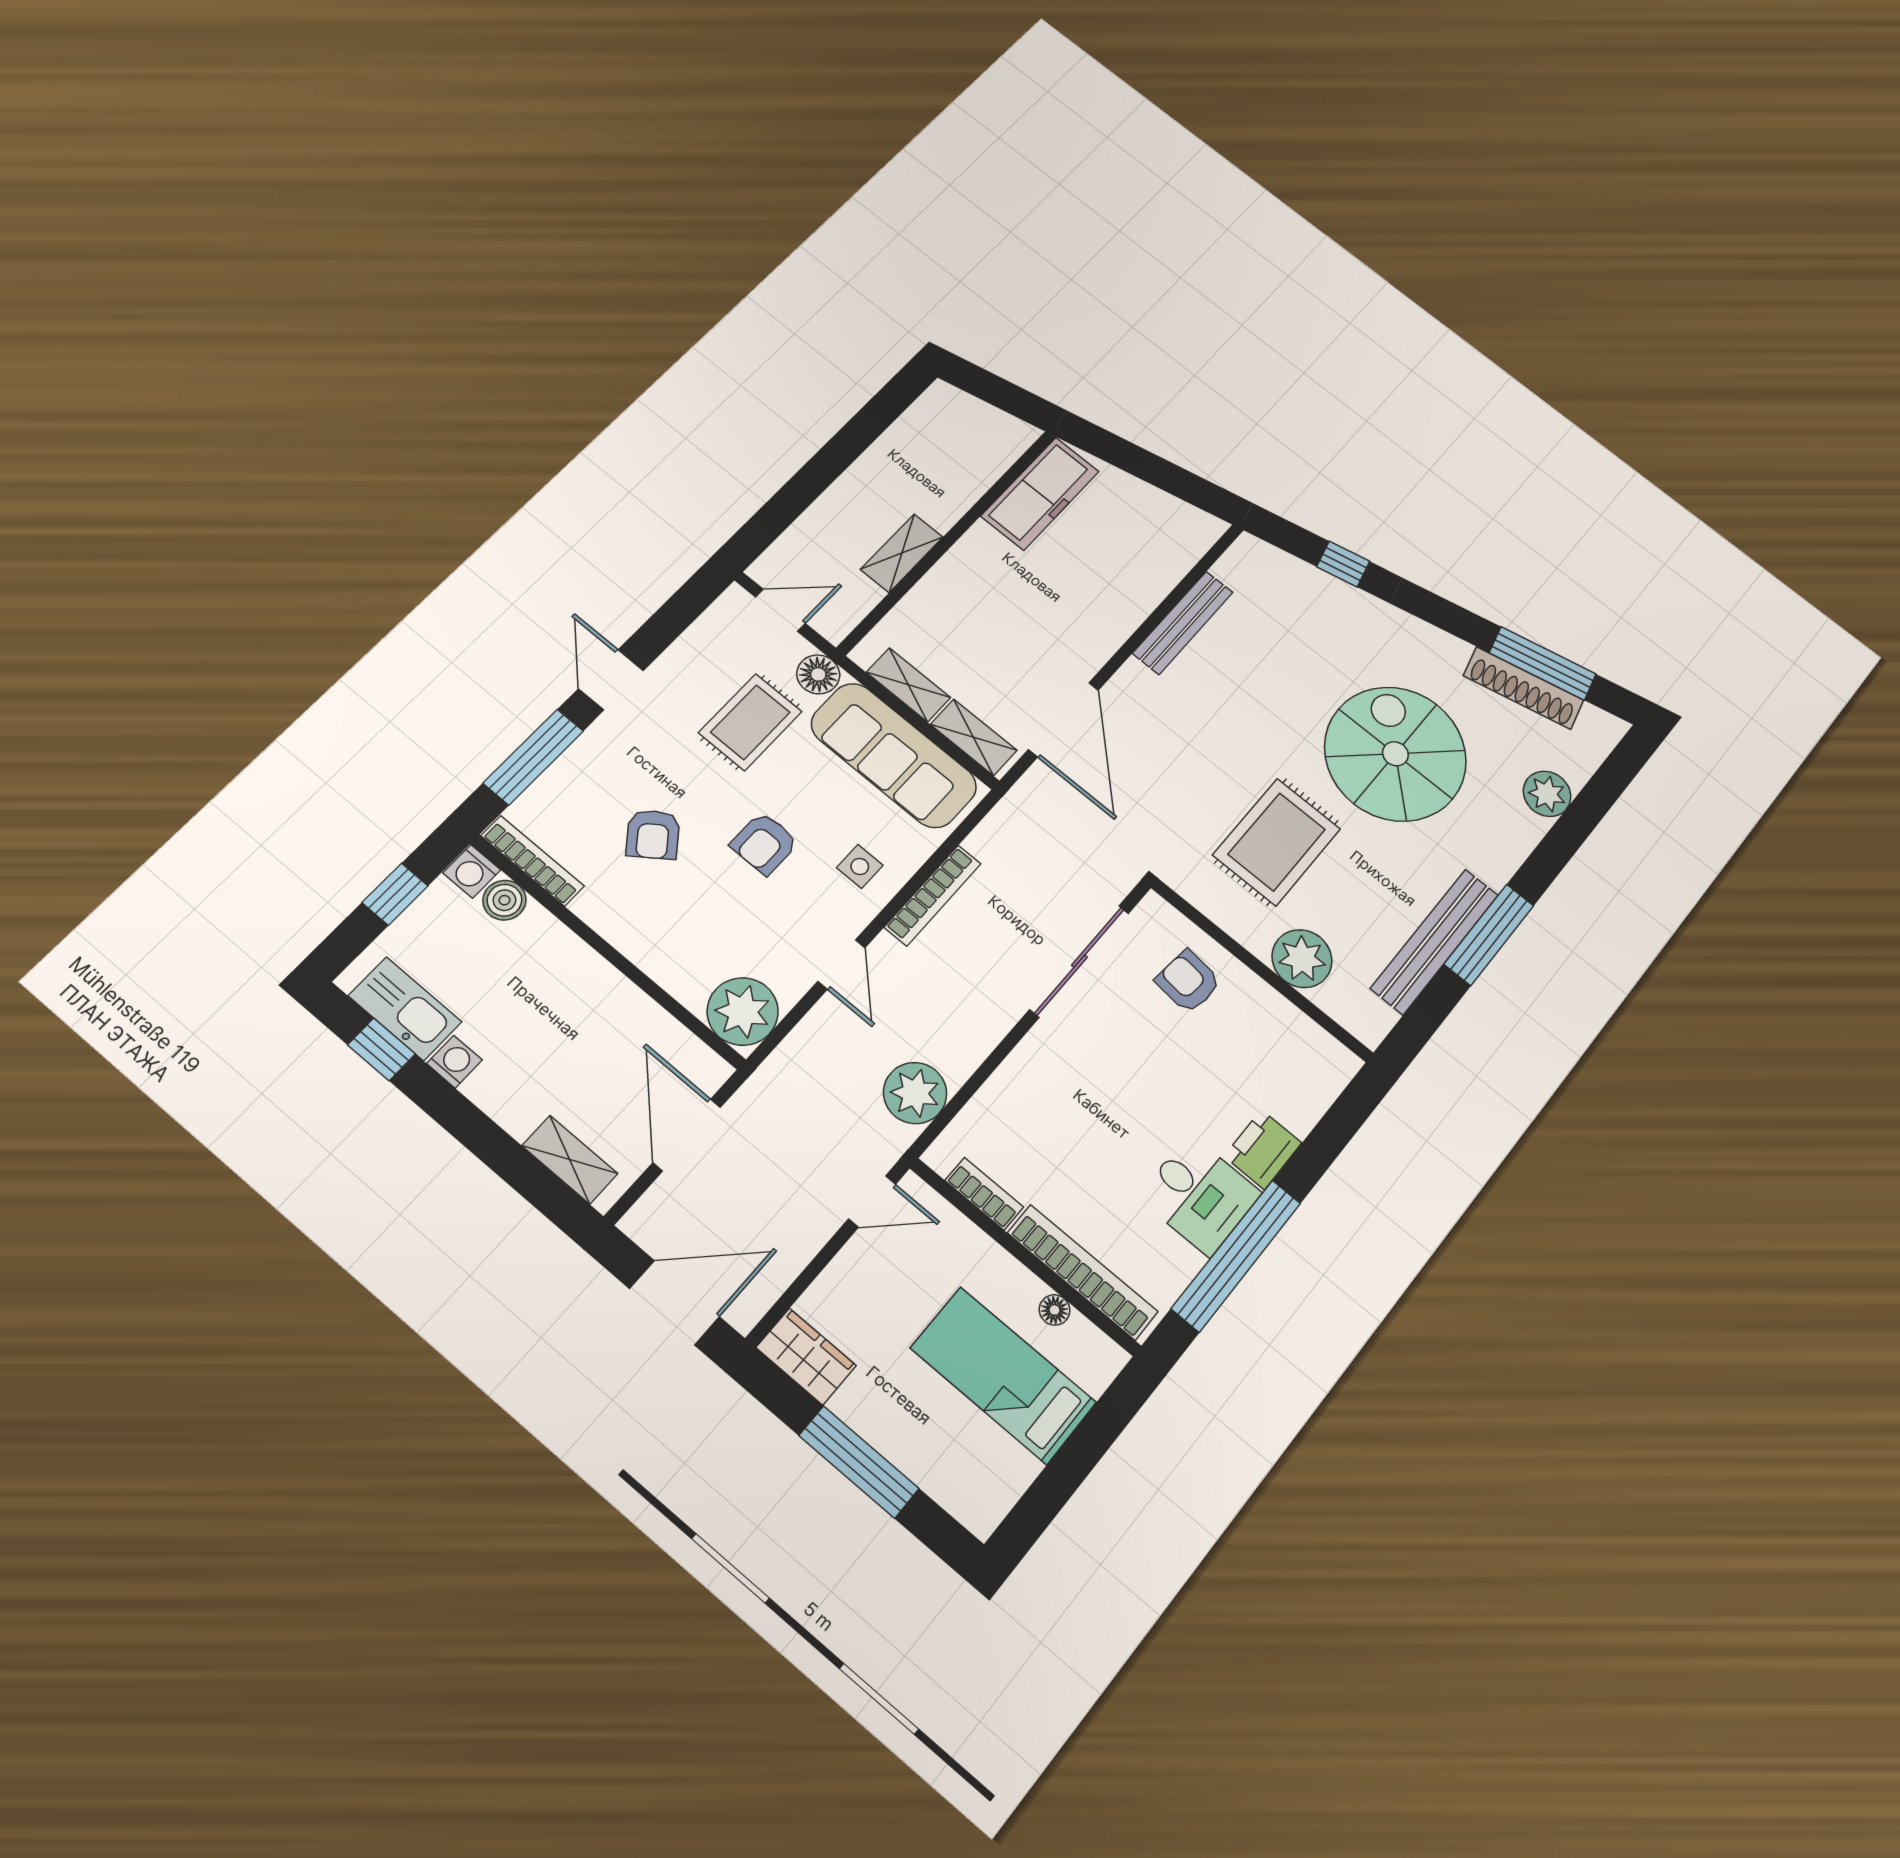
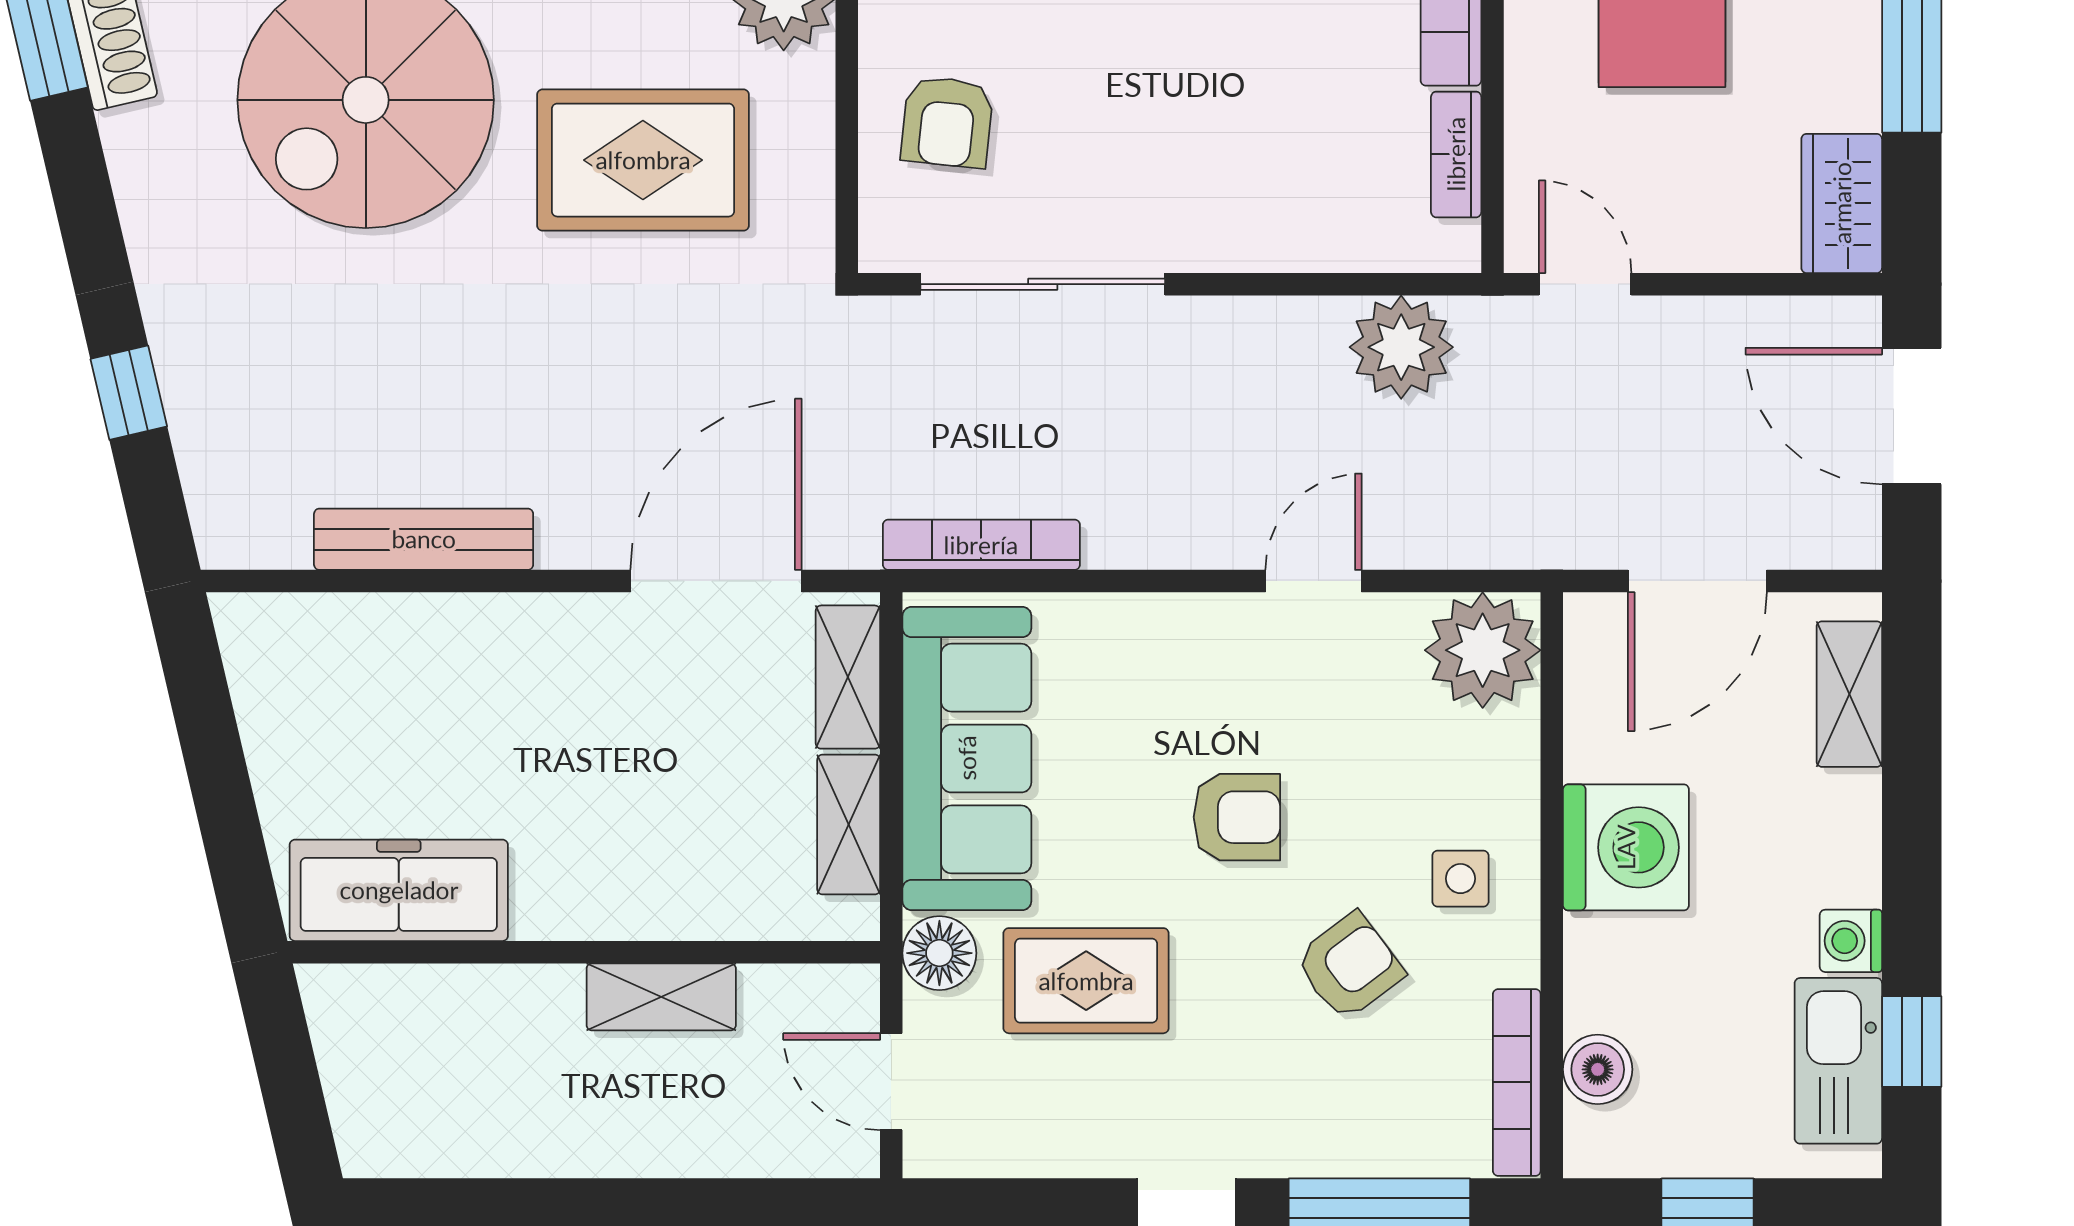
side table: (860, 866) -> (1460, 879), moved
washing machine: (472, 871) -> (1626, 847), moved, width x1.89, depth x1.89
bookcase: (933, 895) -> (981, 545), moved

